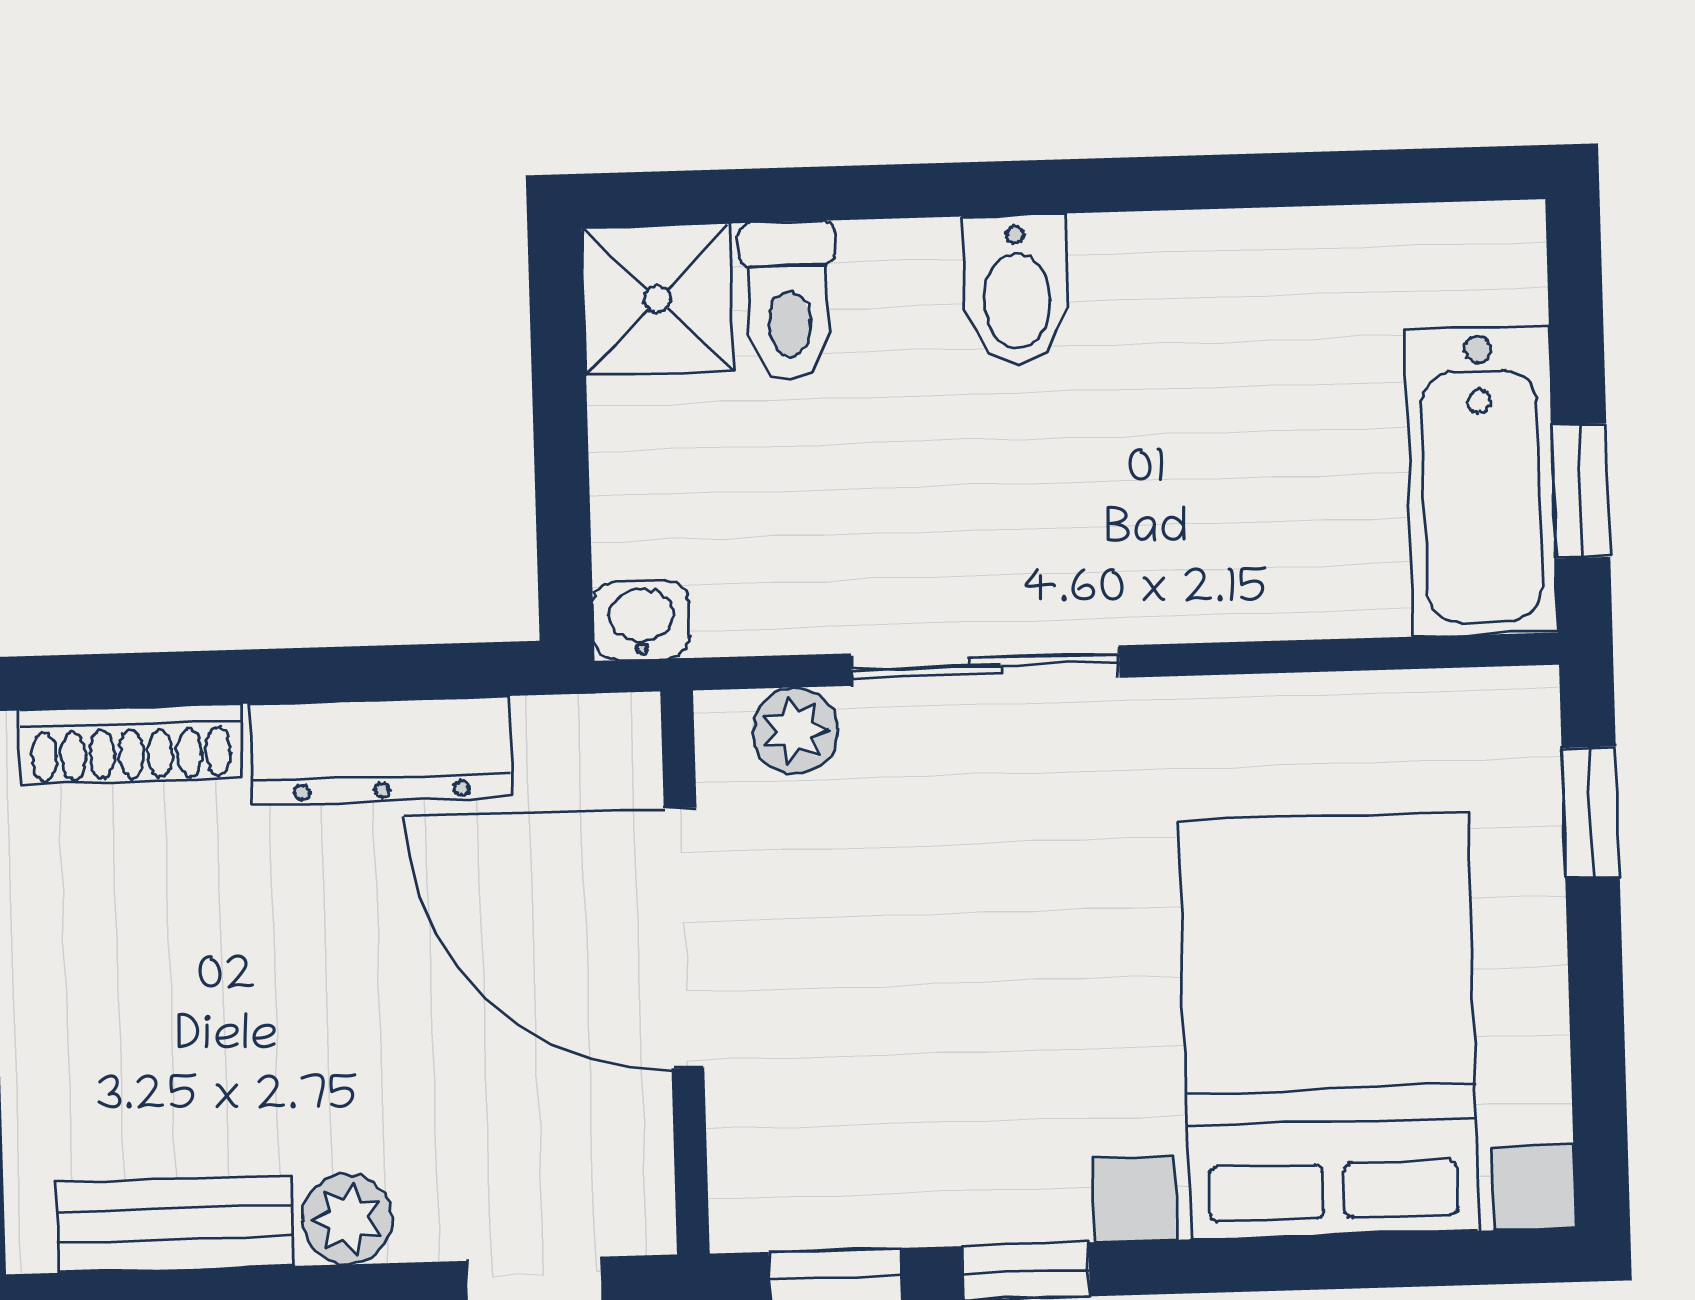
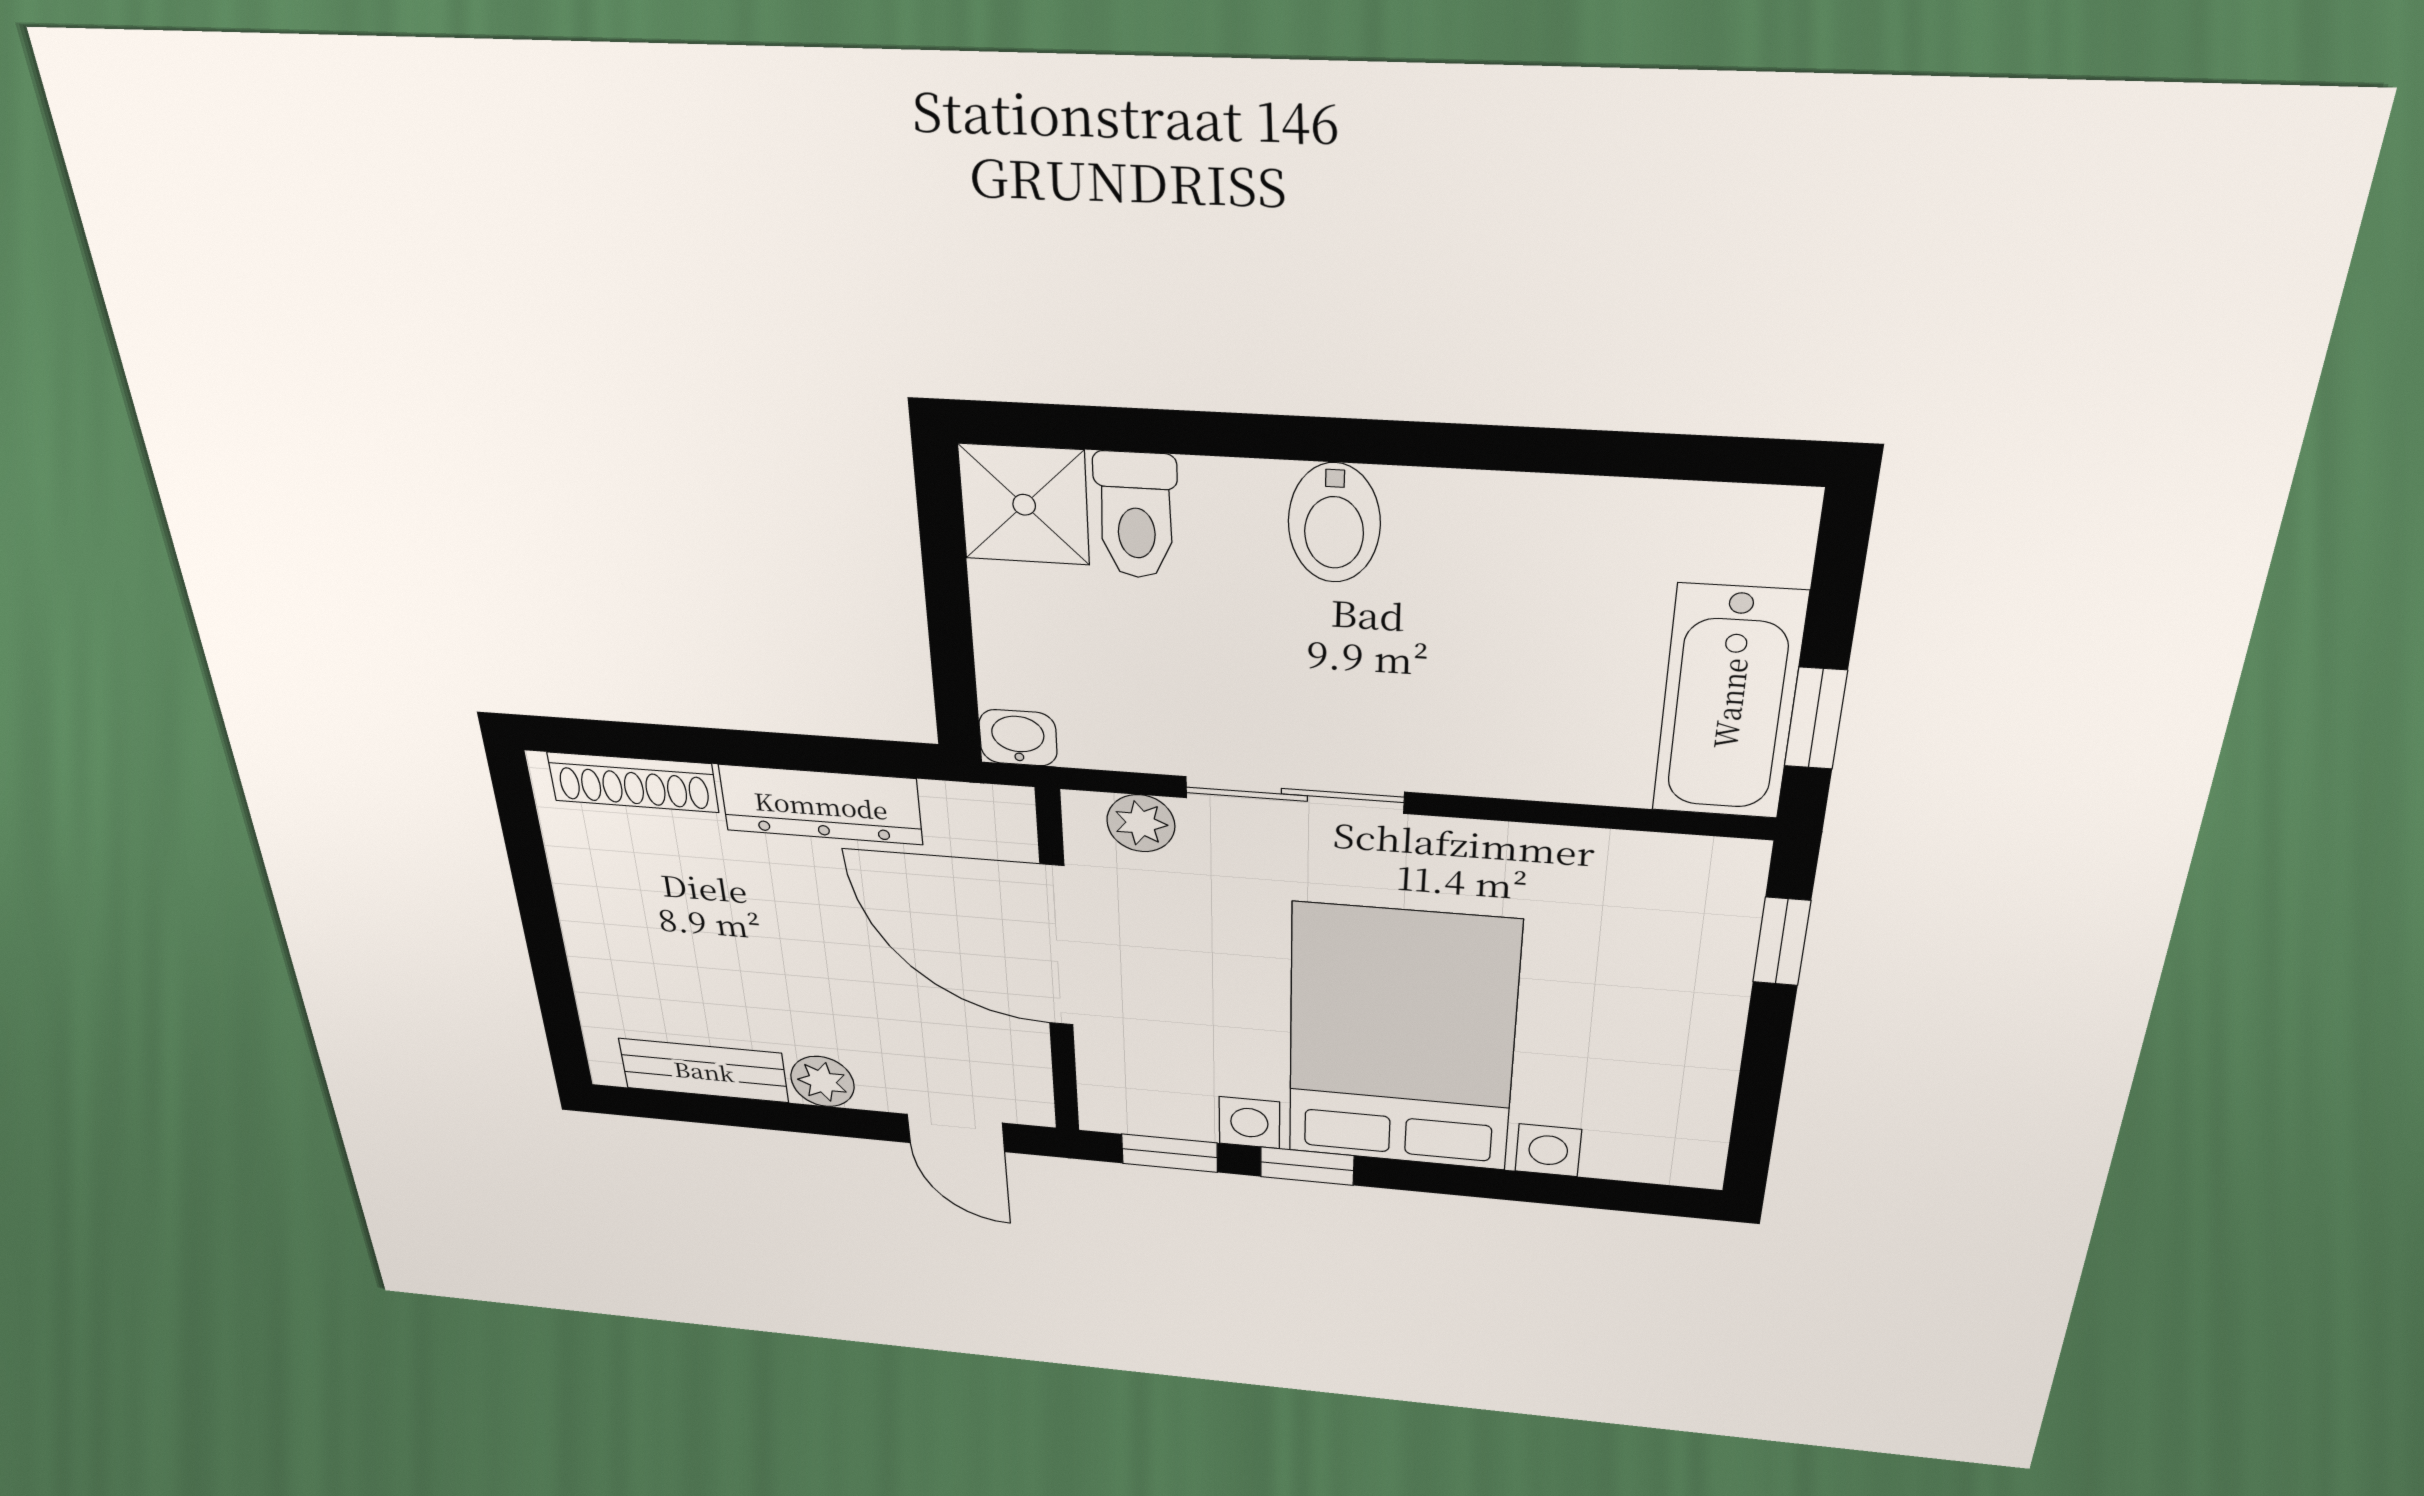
bed with nightstands: (1329, 1026) -> (1402, 1039), moved

